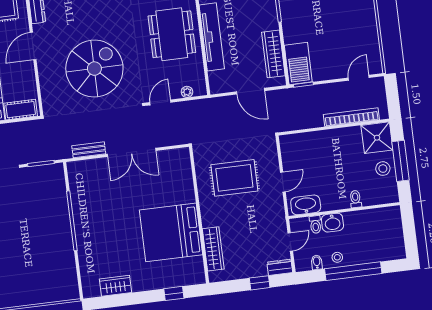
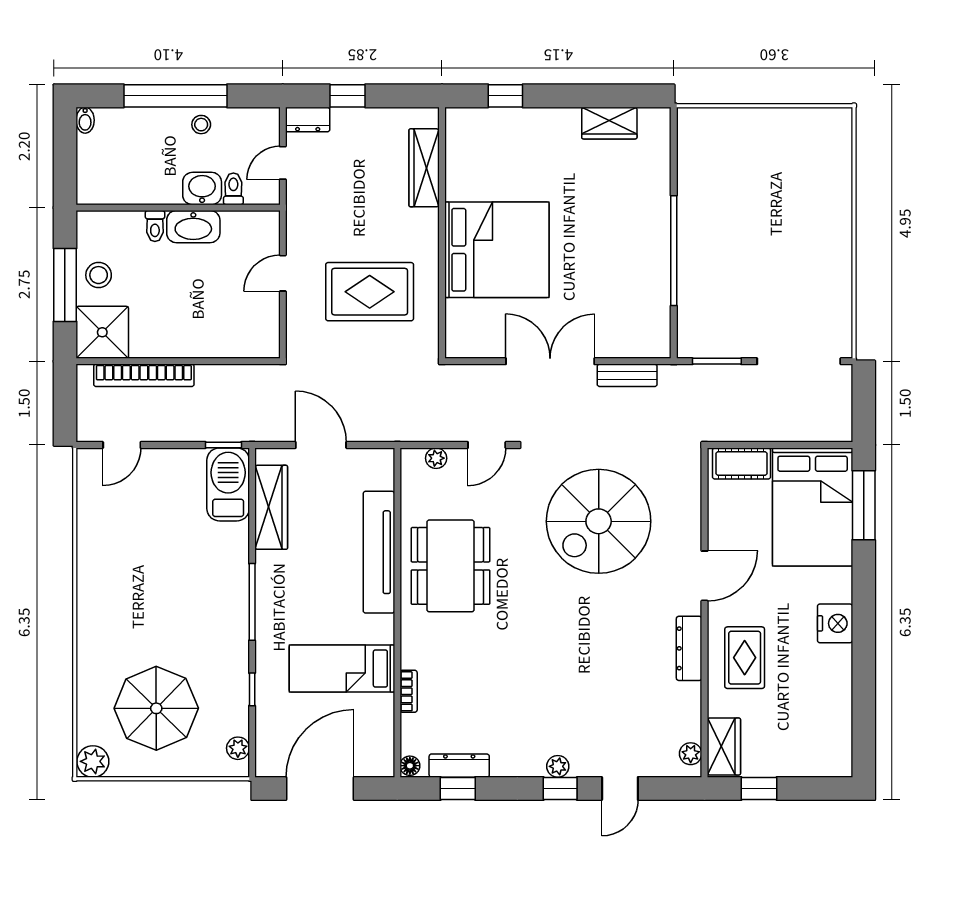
washbasin: (306, 205) -> (193, 227), moved
bed: (171, 232) -> (497, 250), moved
bidet: (317, 262) -> (85, 120), moved

